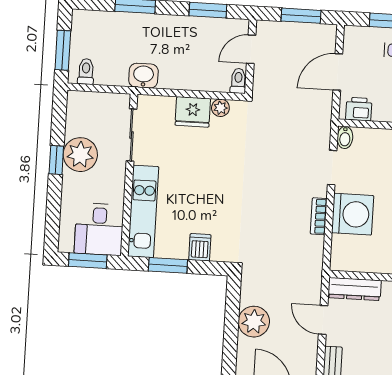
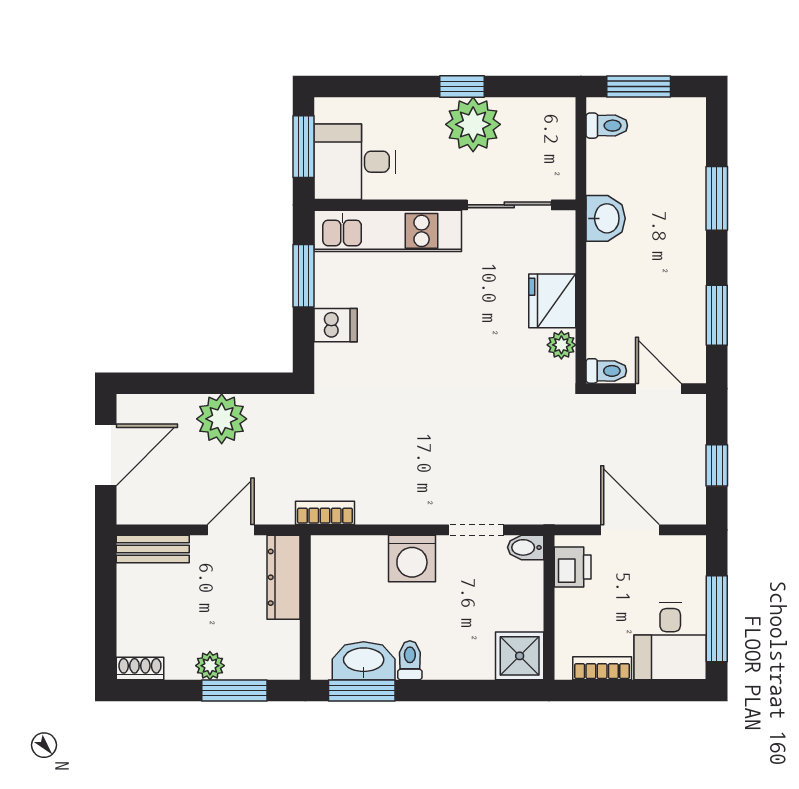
window: (301, 16) -> (717, 465), width x0.67
washing machine: (353, 214) -> (412, 559), width x0.73, depth x0.73
bookcase: (319, 216) -> (325, 513), moved

